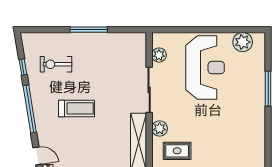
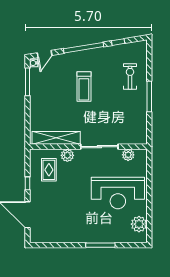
exercise bike: (56, 64) -> (130, 77), moved

